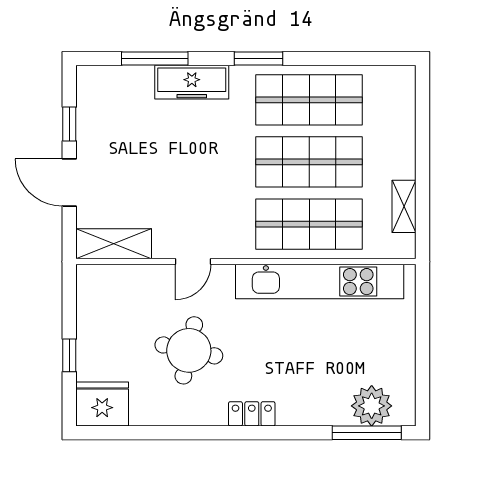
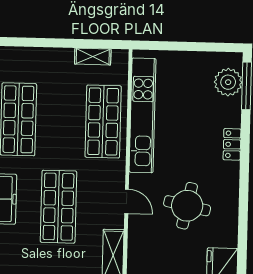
shop shelf: (309, 162) -> (59, 207), moved
locker: (252, 414) -> (232, 144), moved

